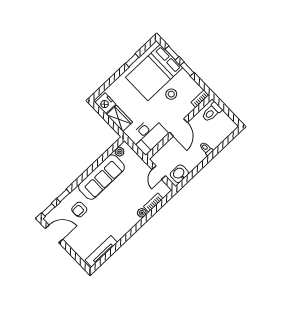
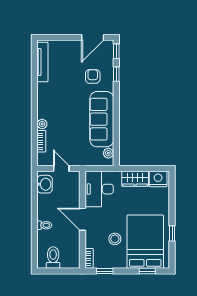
window: (187, 69) -> (105, 271), moved
toilet: (212, 112) -> (53, 258), moved

